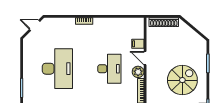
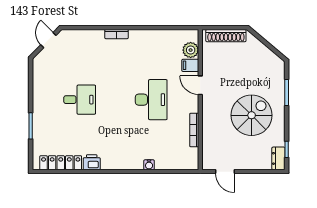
door: (35, 25) -> (48, 40), hinge flipped
desk: (57, 69) -> (80, 100), width x0.53, depth x0.77
plant: (138, 72) -> (191, 50), moved

